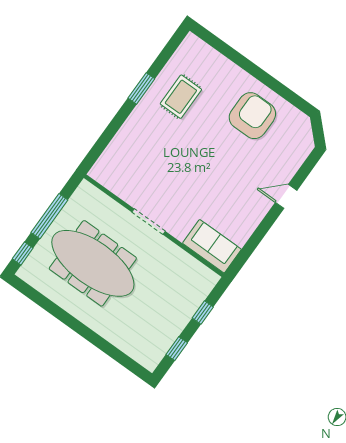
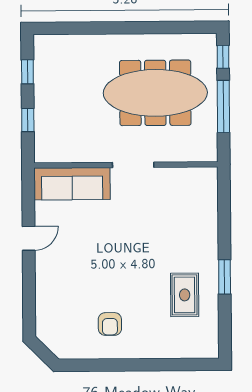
armchair: (252, 116) -> (110, 324), width x0.53, depth x0.53
door: (286, 196) -> (29, 238), moved
sofa: (212, 246) -> (72, 184), width x1.36

